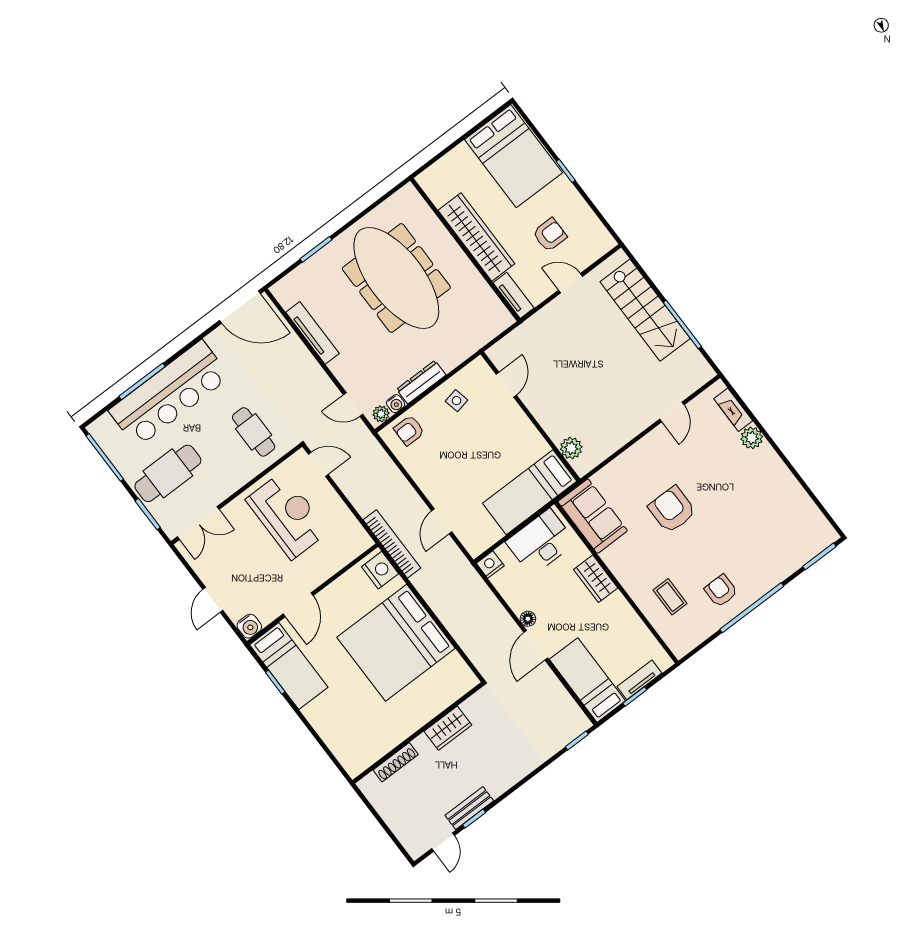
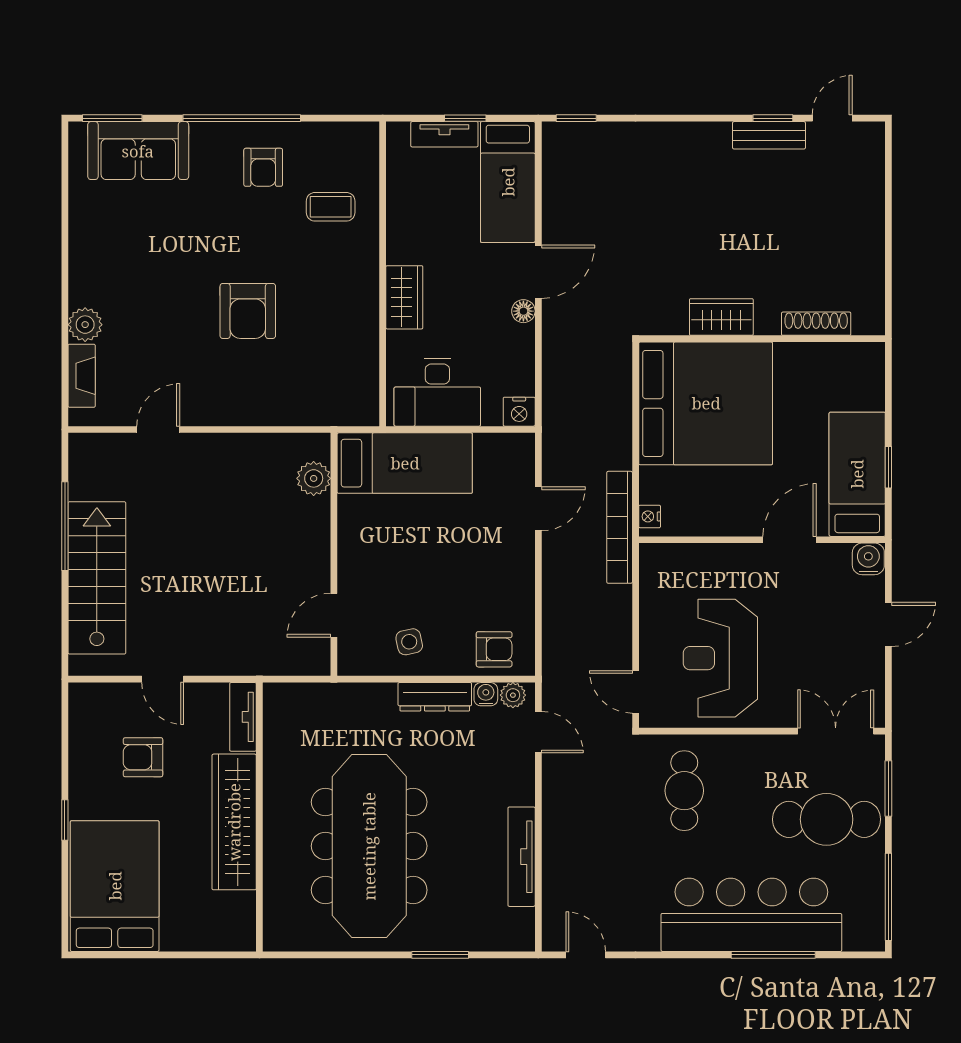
door: (240, 307) -> (586, 955), width x0.53
sofa: (593, 516) -> (138, 151), moved, turned -90
nightstand: (380, 570) -> (650, 516), width x0.53, depth x0.56
coffee table: (670, 597) -> (331, 207), turned 90
wardrobe: (448, 728) -> (721, 317), moved
wall: (418, 733) -> (762, 339), moved
shoe rack: (396, 762) -> (816, 324), moved

